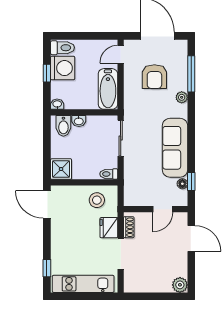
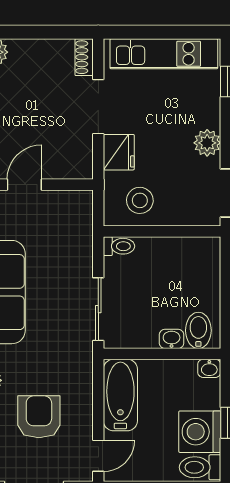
shower: (61, 169) -> (203, 255), removed
shoe rack: (129, 227) -> (84, 57), moved
plant: (58, 233) -> (207, 143), added

